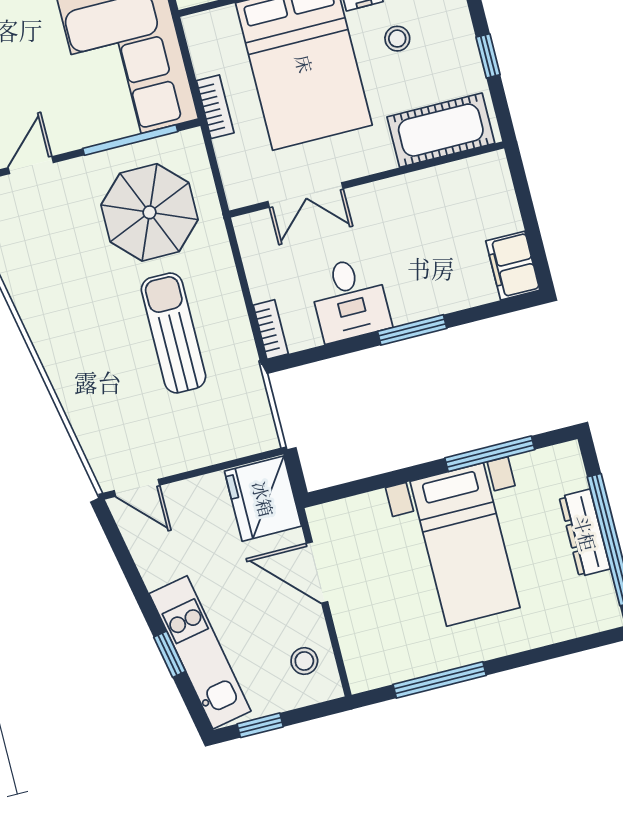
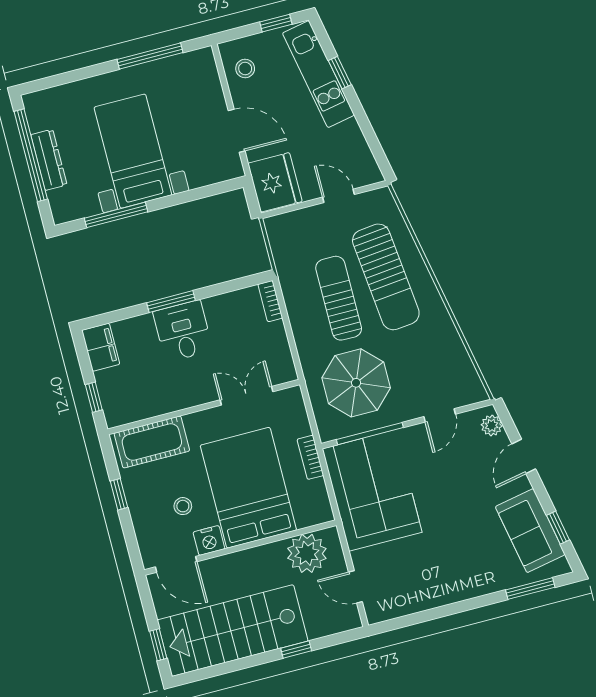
window: (523, 194) -> (94, 397), added
desk: (350, 299) -> (183, 331), moved
sun lounger: (173, 333) -> (339, 298), turned 180
sun lounger: (106, 363) -> (386, 277), added
door: (137, 488) -> (339, 196), moved

